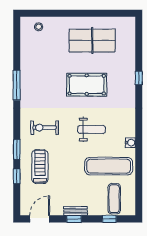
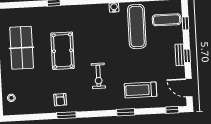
armchair: (34, 79) -> (60, 100), added
window: (17, 85) -> (66, 115), width x0.69
exercise bike: (44, 128) -> (98, 76), moved
weight bench: (92, 129) -> (104, 44), removed
window: (17, 176) -> (172, 110), moved

